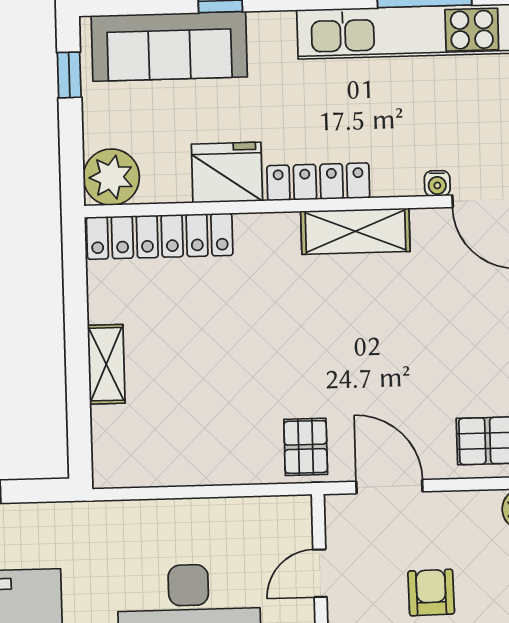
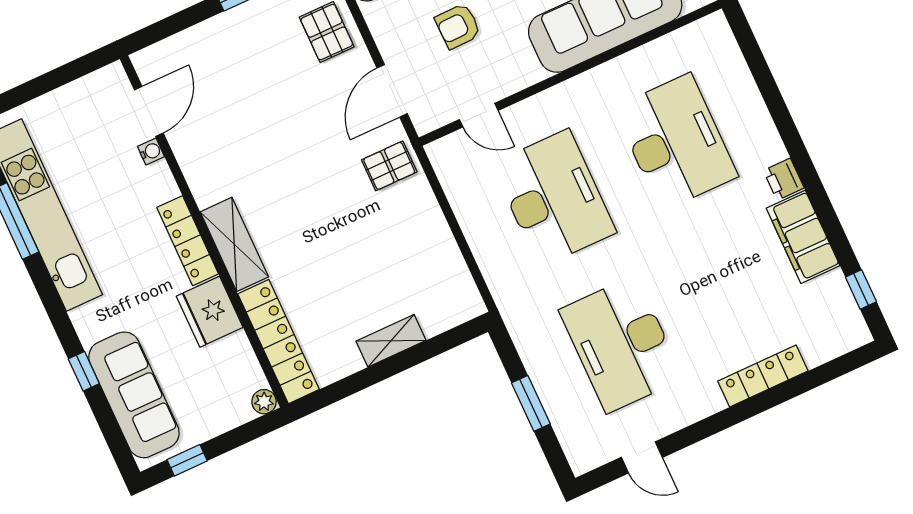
plant: (111, 177) -> (264, 402), width x0.53, depth x0.53
shelving: (355, 231) -> (234, 244), moved

